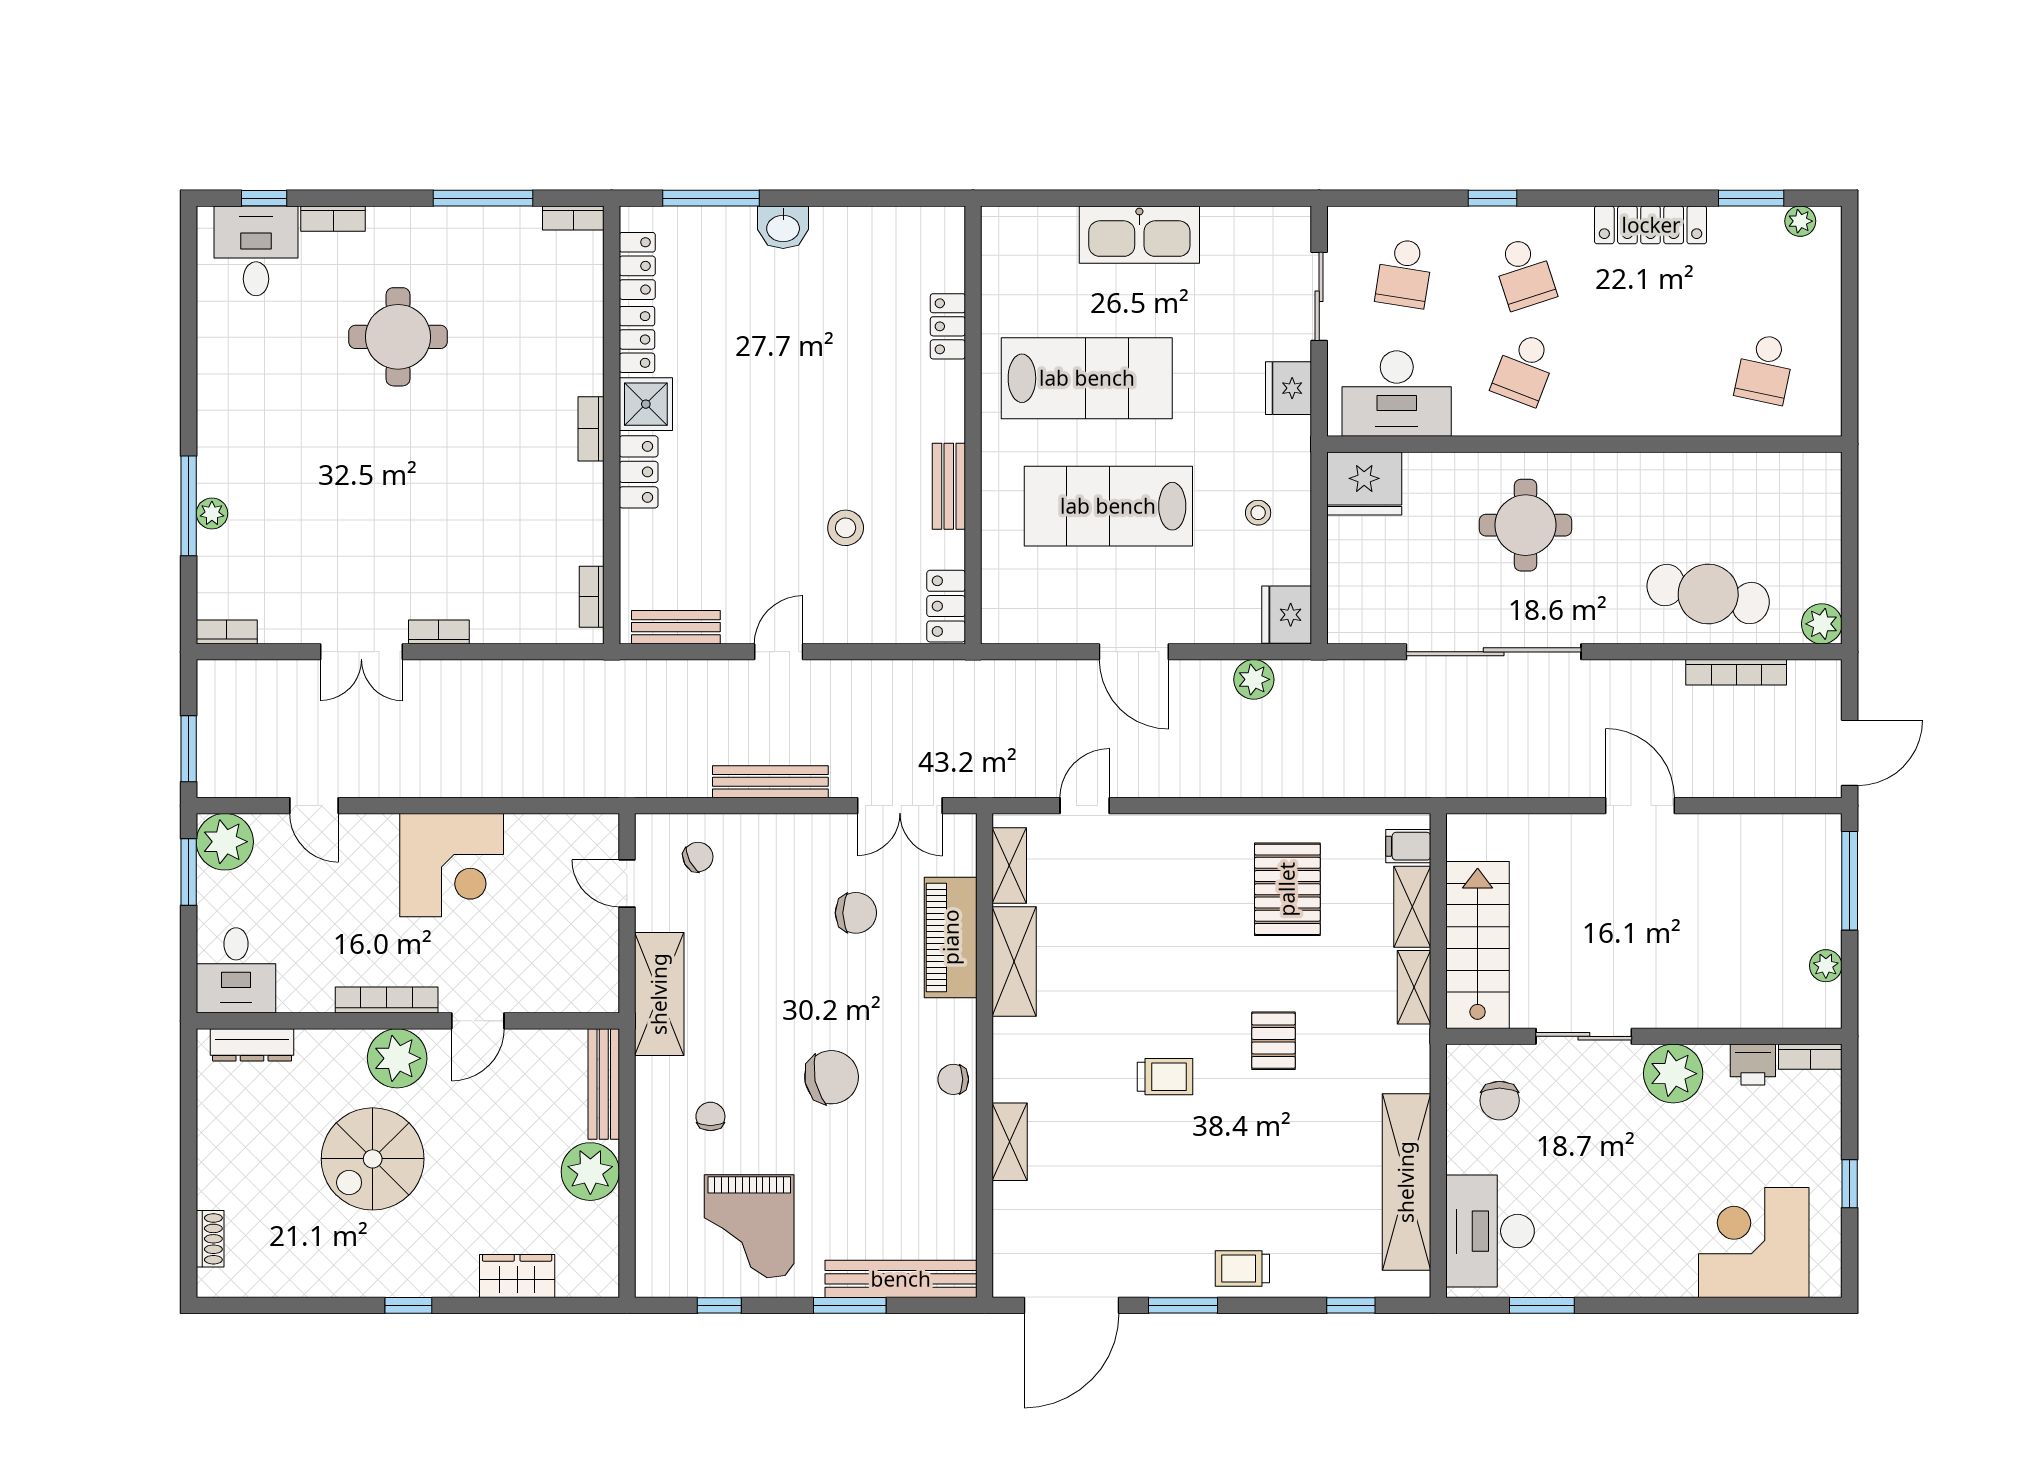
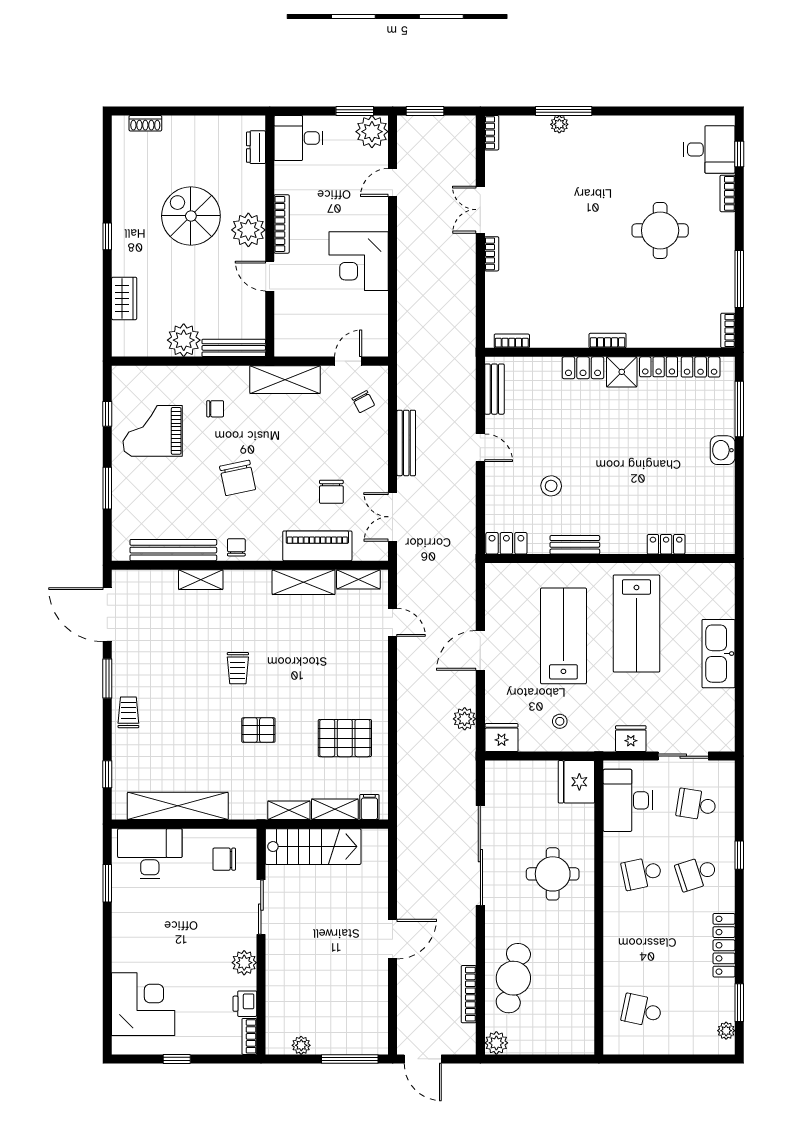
school desk: (1524, 369) -> (642, 873), turned -33
dresser: (252, 1045) -> (256, 147), width x0.70
plant: (1673, 1074) -> (244, 963), width x0.73, depth x0.73
bench: (901, 1279) -> (173, 550), moved, turned 90

